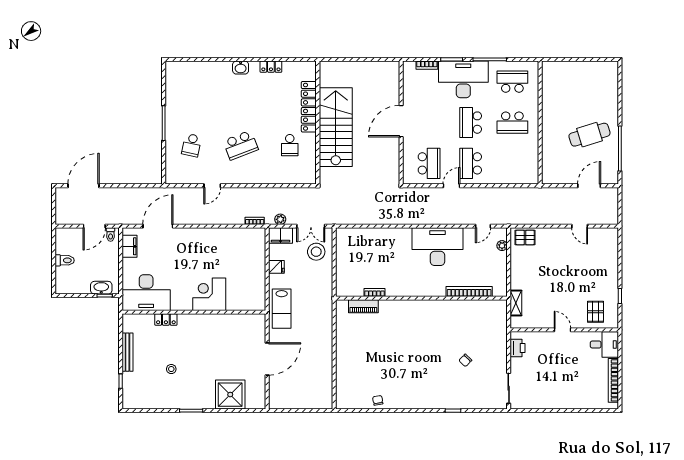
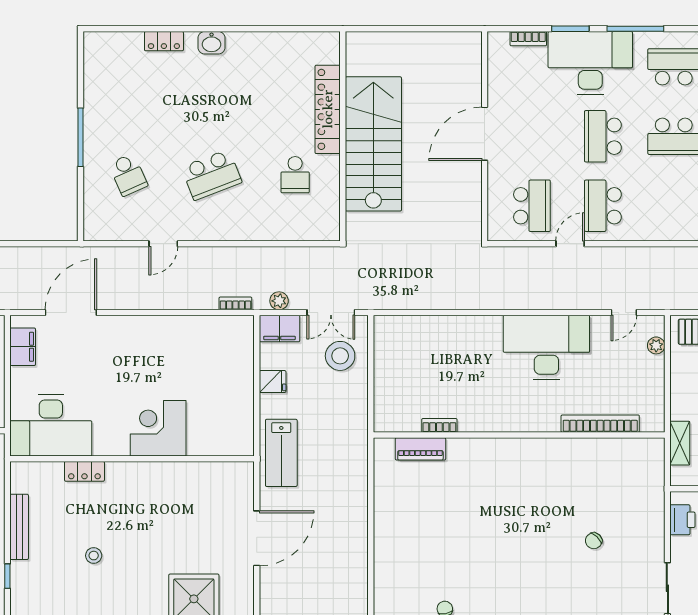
locker: (271, 67) -> (164, 41), moved
school desk: (192, 145) -> (128, 175), turned -36

